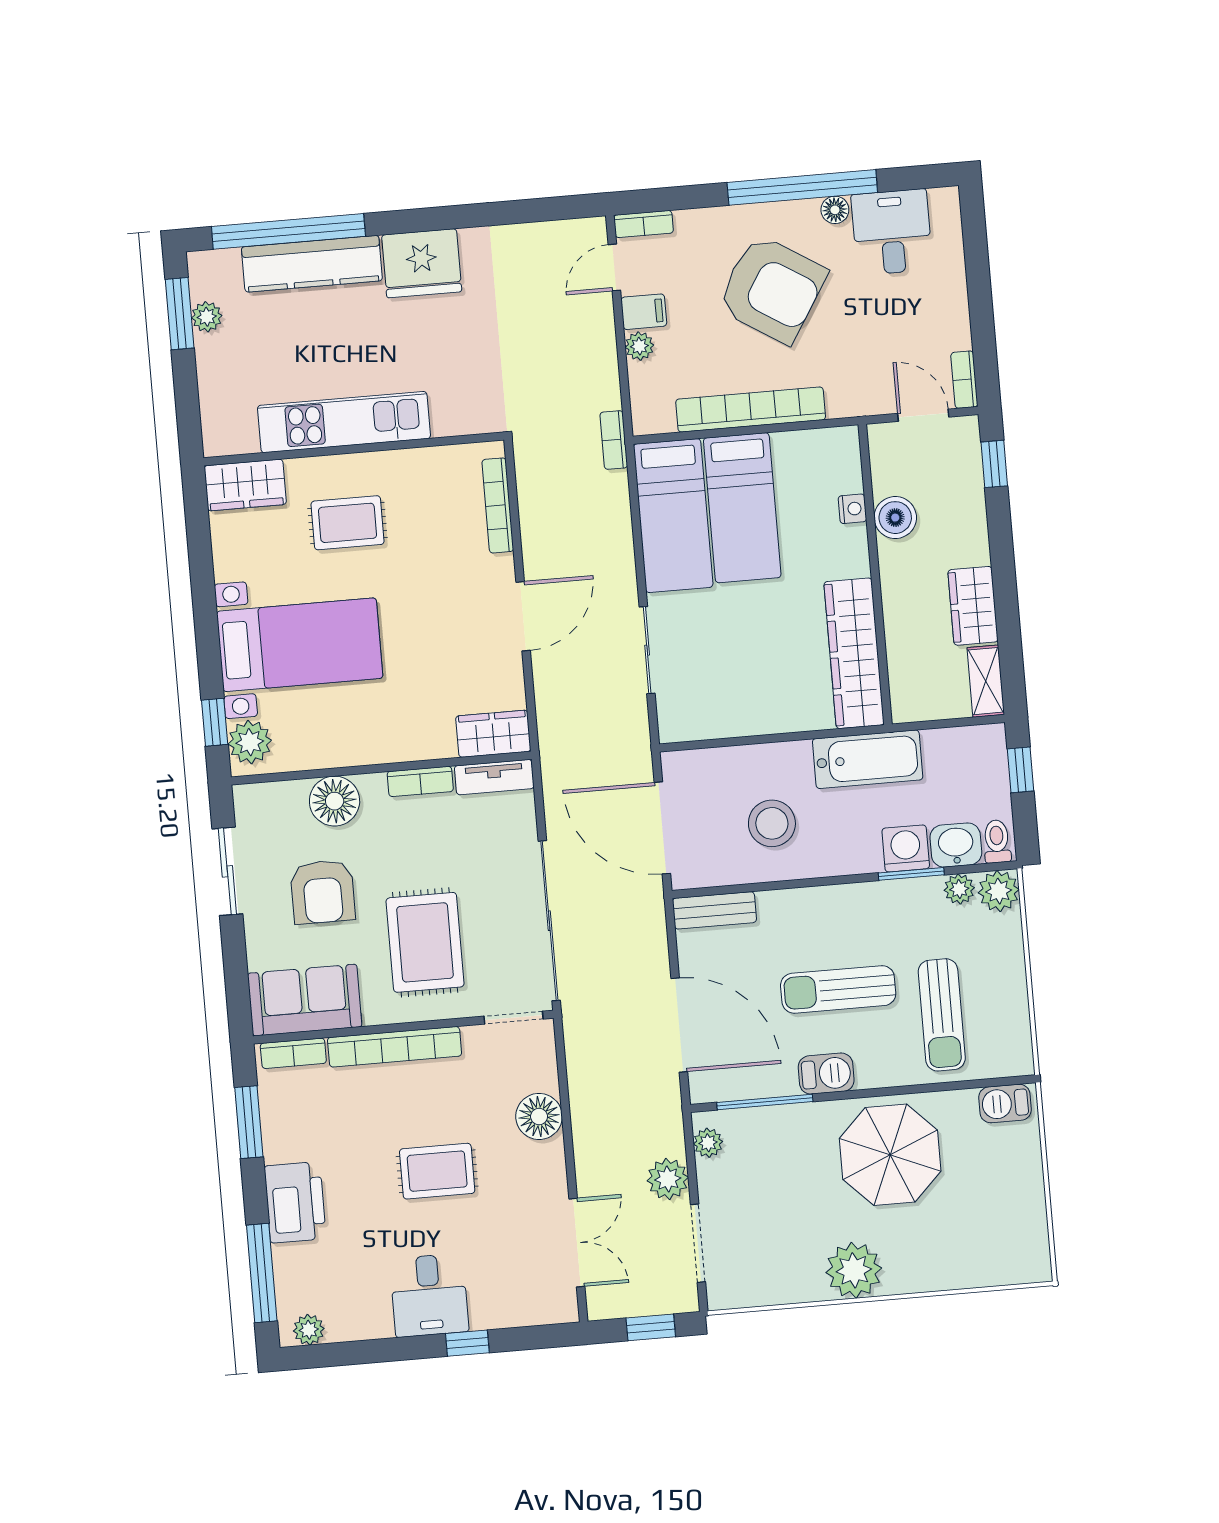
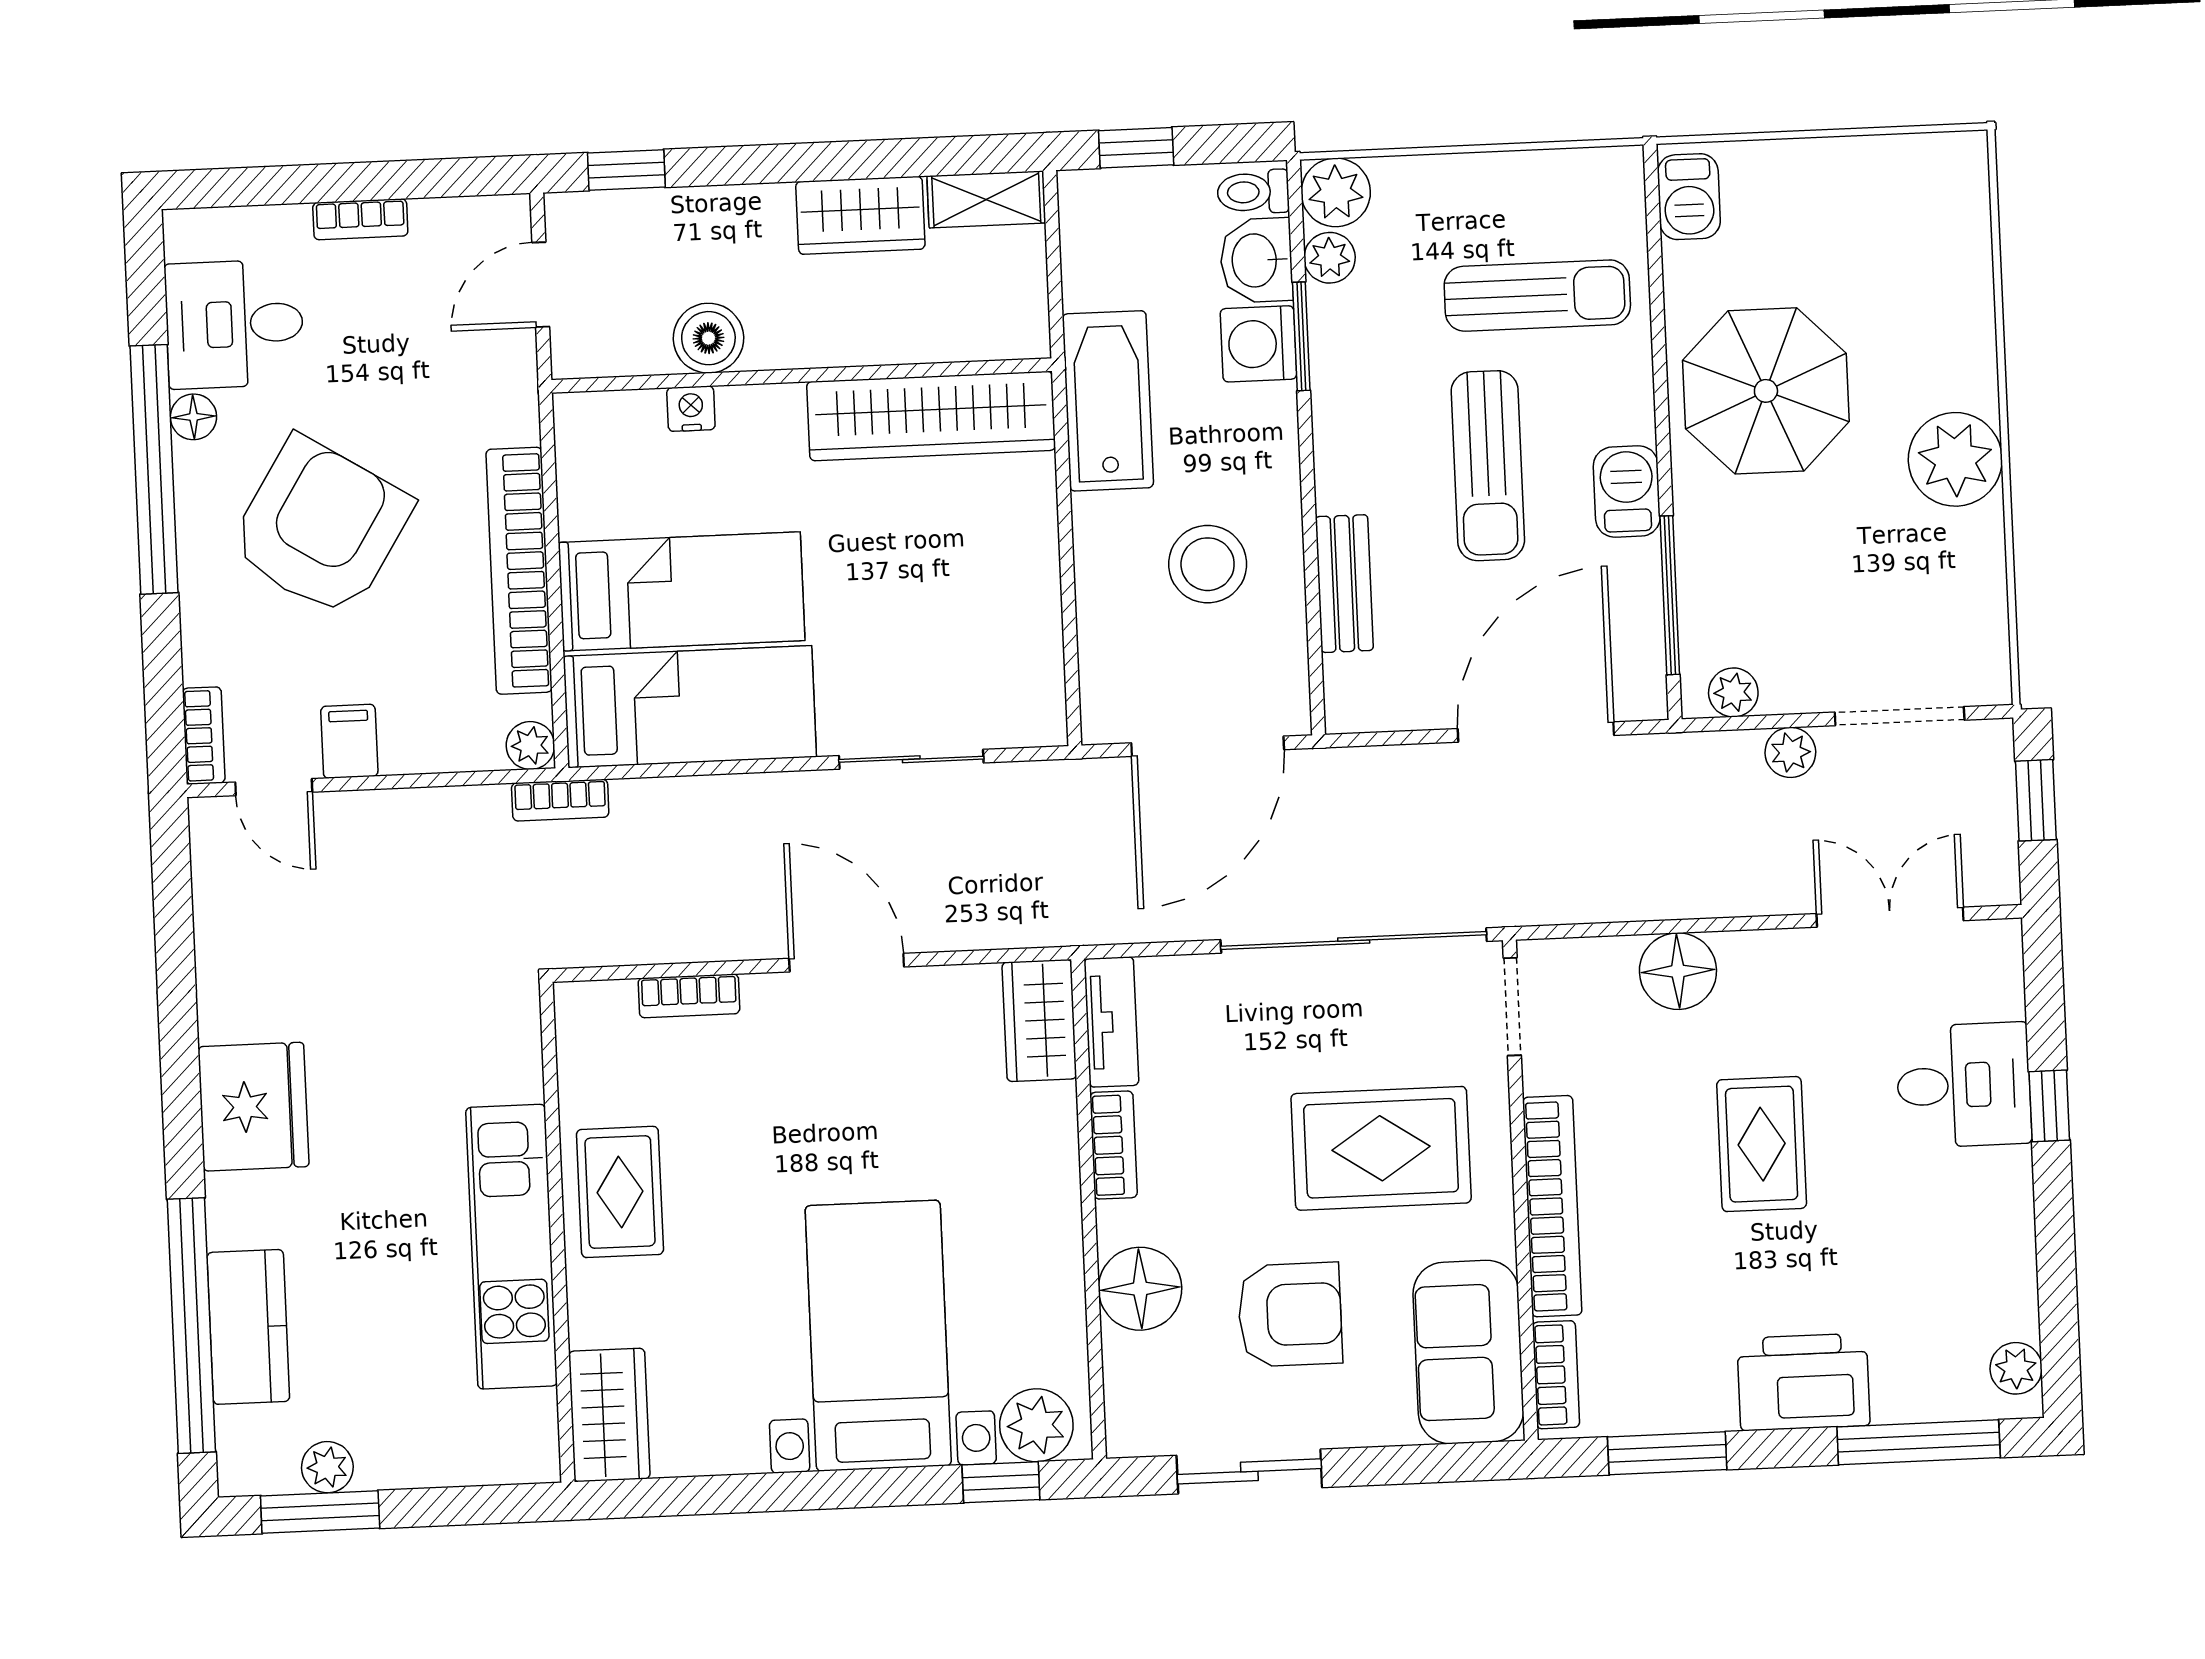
kitchen counter: (312, 264) -> (248, 1327), width x0.67
plant: (639, 346) -> (530, 745), moved
bookcase: (964, 380) -> (360, 219), moved
bookcase: (498, 505) -> (689, 996), width x0.64
rug: (347, 523) -> (620, 1192), moved
bench: (714, 910) -> (1344, 584), moved
plant: (668, 1179) -> (1790, 752), width x0.73, depth x0.73
desk: (429, 1295) -> (1964, 1085), moved

